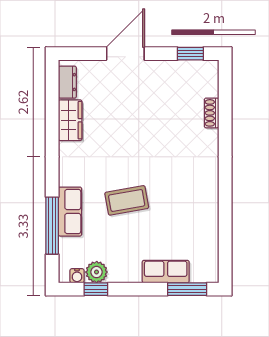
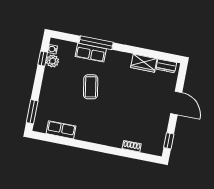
window: (52, 226) -> (96, 43), moved
row of seats: (166, 272) -> (61, 130), moved, turned -90

